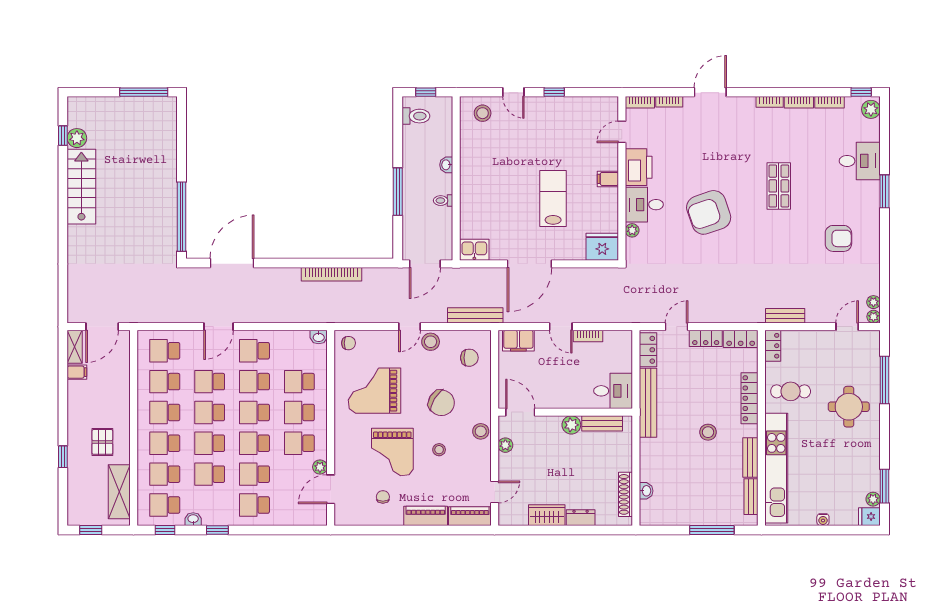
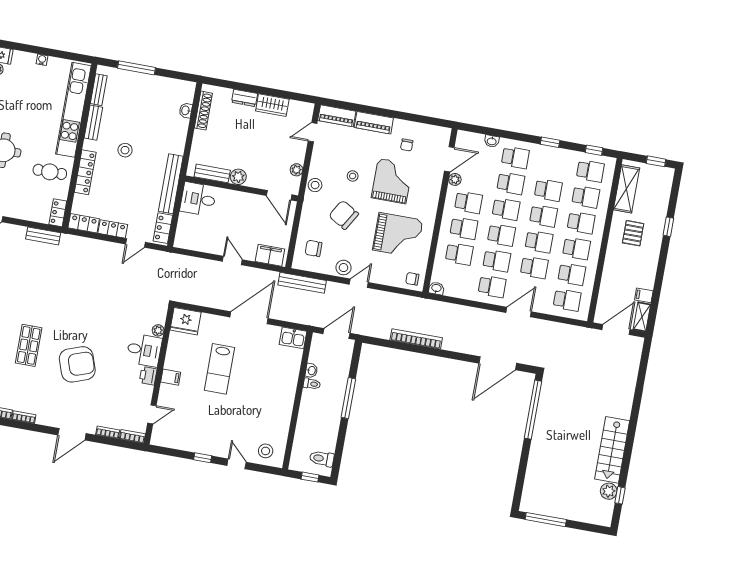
washbasin: (446, 165) -> (311, 371), moved
printer: (639, 167) -> (148, 376), width x0.53, depth x0.68
armchair: (709, 212) -> (77, 364), moved
bookcase: (588, 336) -> (211, 249), removed
washbasin: (193, 519) -> (492, 141), moved

